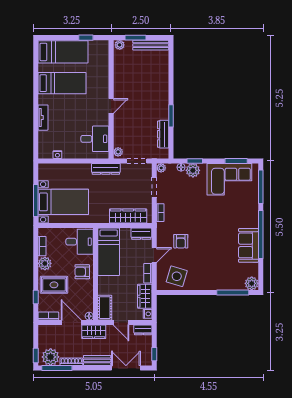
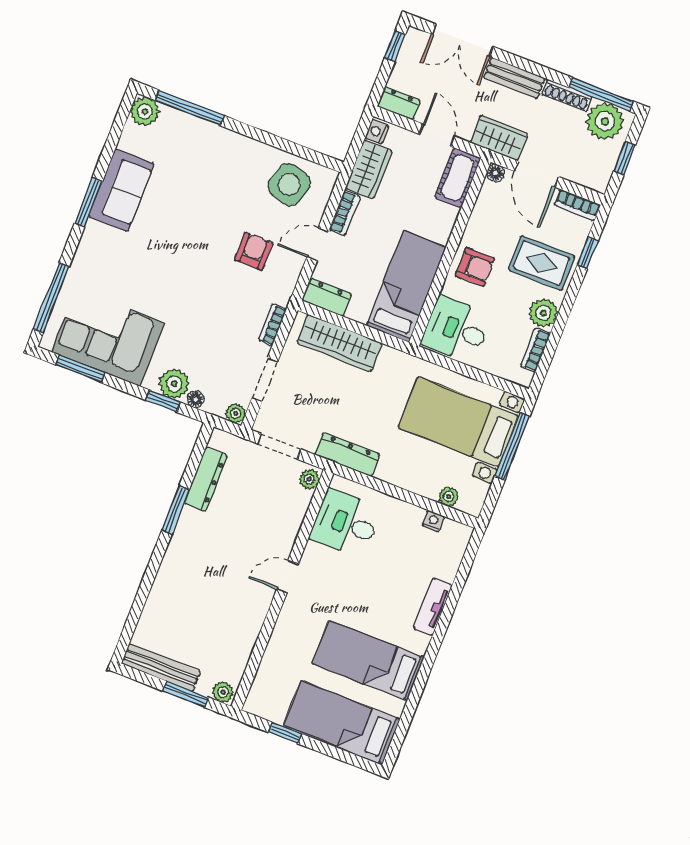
plant: (55, 168) -> (449, 497), added
window: (261, 235) -> (88, 202), width x0.47
window: (36, 355) -> (625, 158), moved

